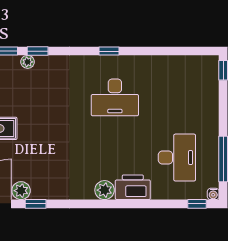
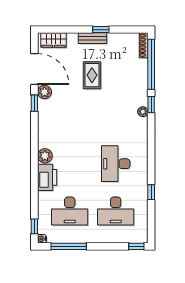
window: (109, 51) -> (151, 192), moved
plant: (28, 62) -> (143, 112), moved
desk: (177, 97) -> (116, 211), added

